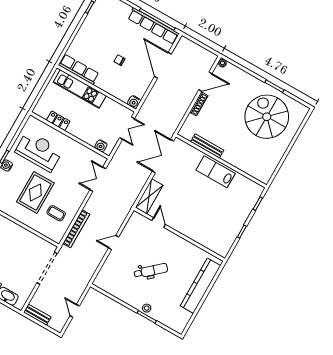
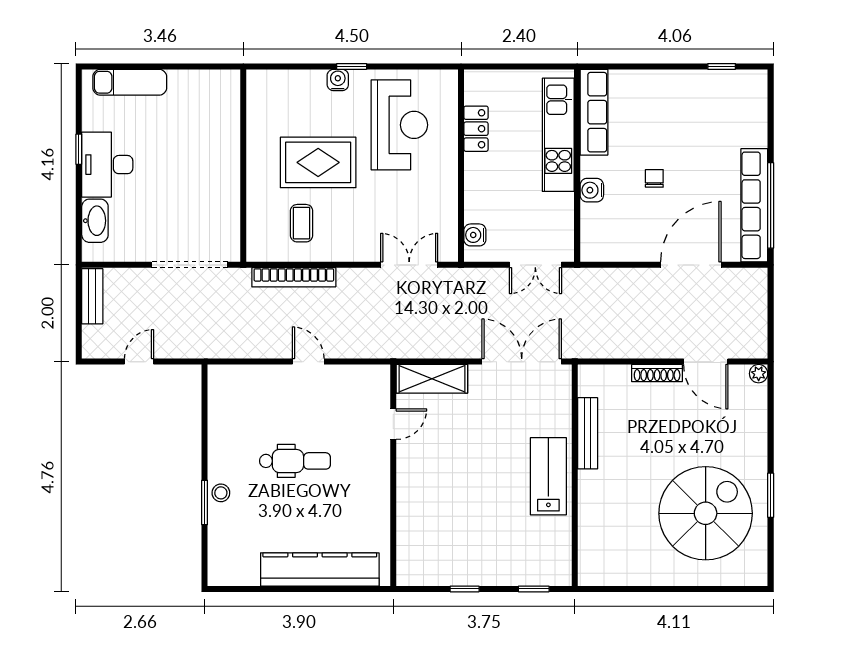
water cooler: (134, 102) -> (592, 190), moved
dental chair: (151, 271) -> (295, 461), turned -48

